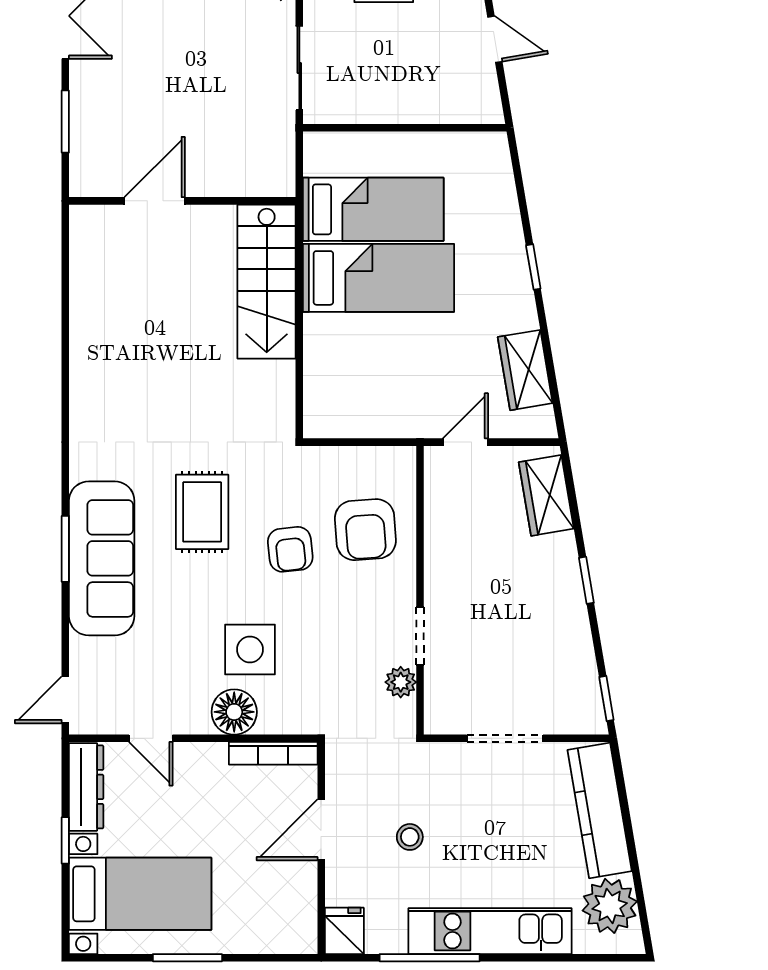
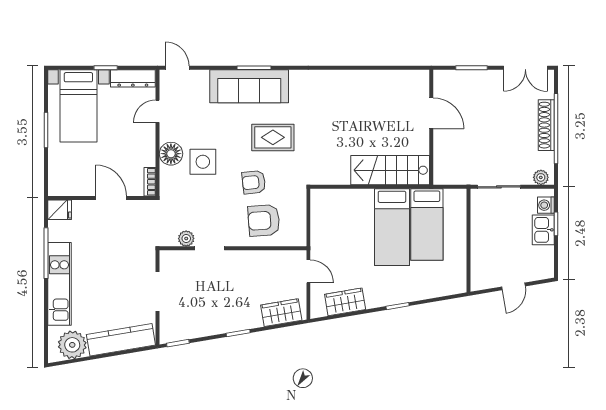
bookcase: (273, 753) -> (150, 182), width x0.64
stool: (410, 837) -> (107, 243), removed

